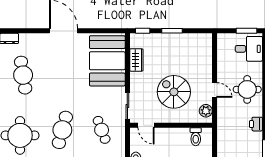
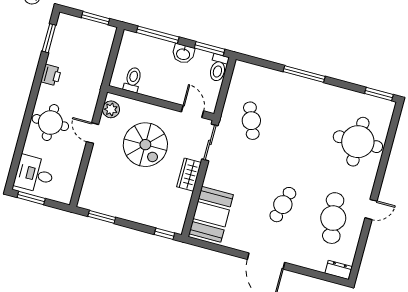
window: (172, 31) -> (102, 217), moved
wardrobe: (136, 60) -> (189, 175), moved
booth: (107, 61) -> (211, 214), width x0.73, depth x0.70
cafe table: (62, 130) -> (283, 205), moved, width x0.73, depth x0.74

